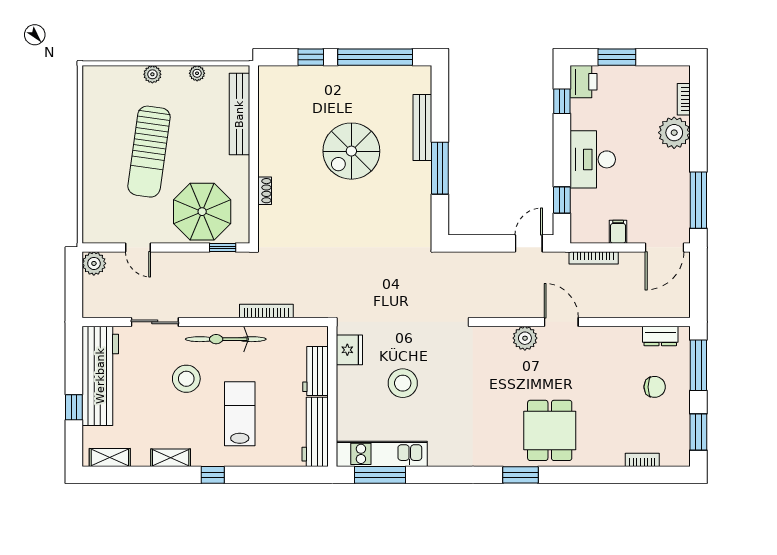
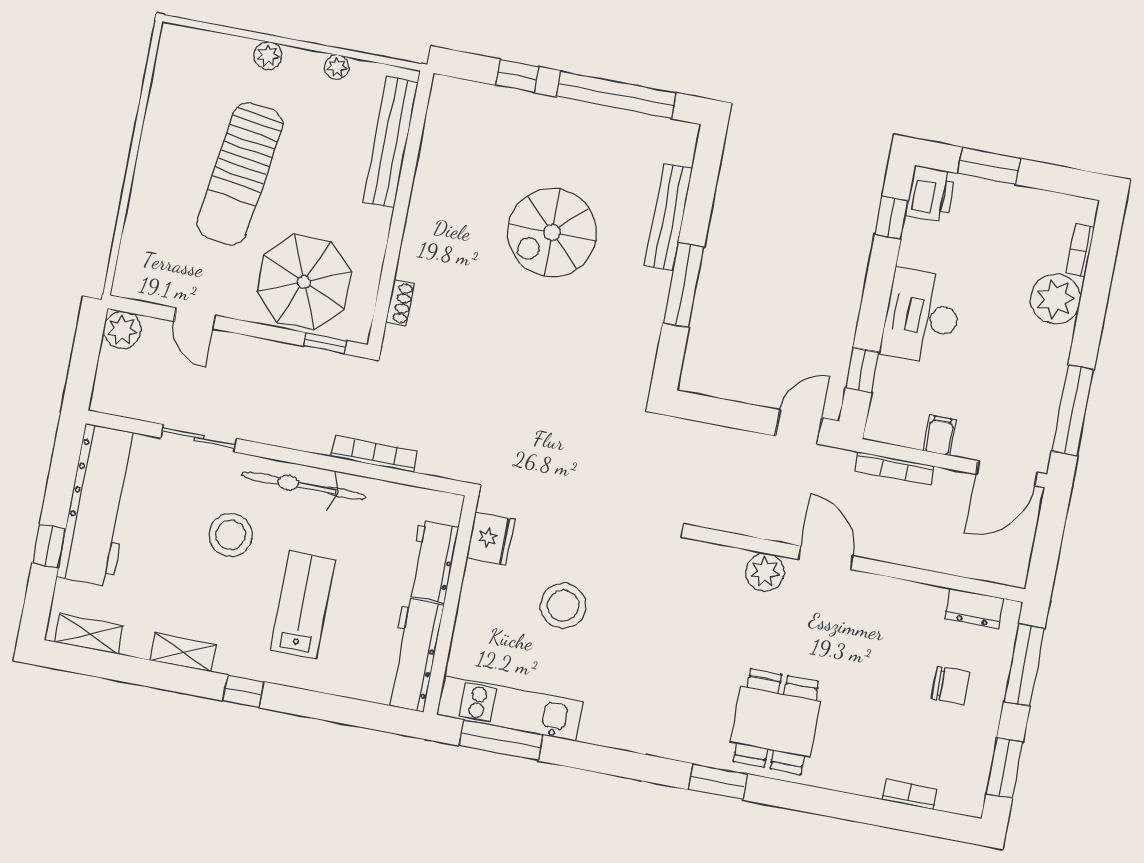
shoe rack: (265, 191) -> (400, 303), moved

